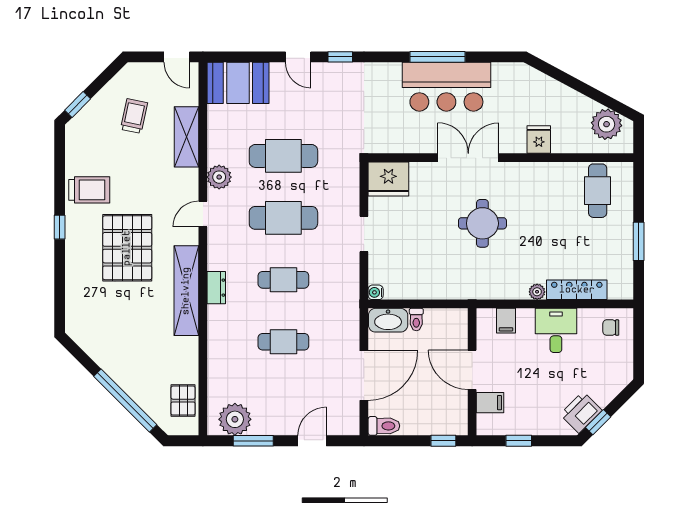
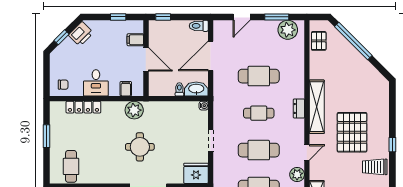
plant: (537, 292) -> (134, 110), moved, width x1.87, depth x1.87
cafe table: (283, 342) -> (259, 76), width x1.37, depth x1.35
window: (598, 422) -> (62, 37), moved

